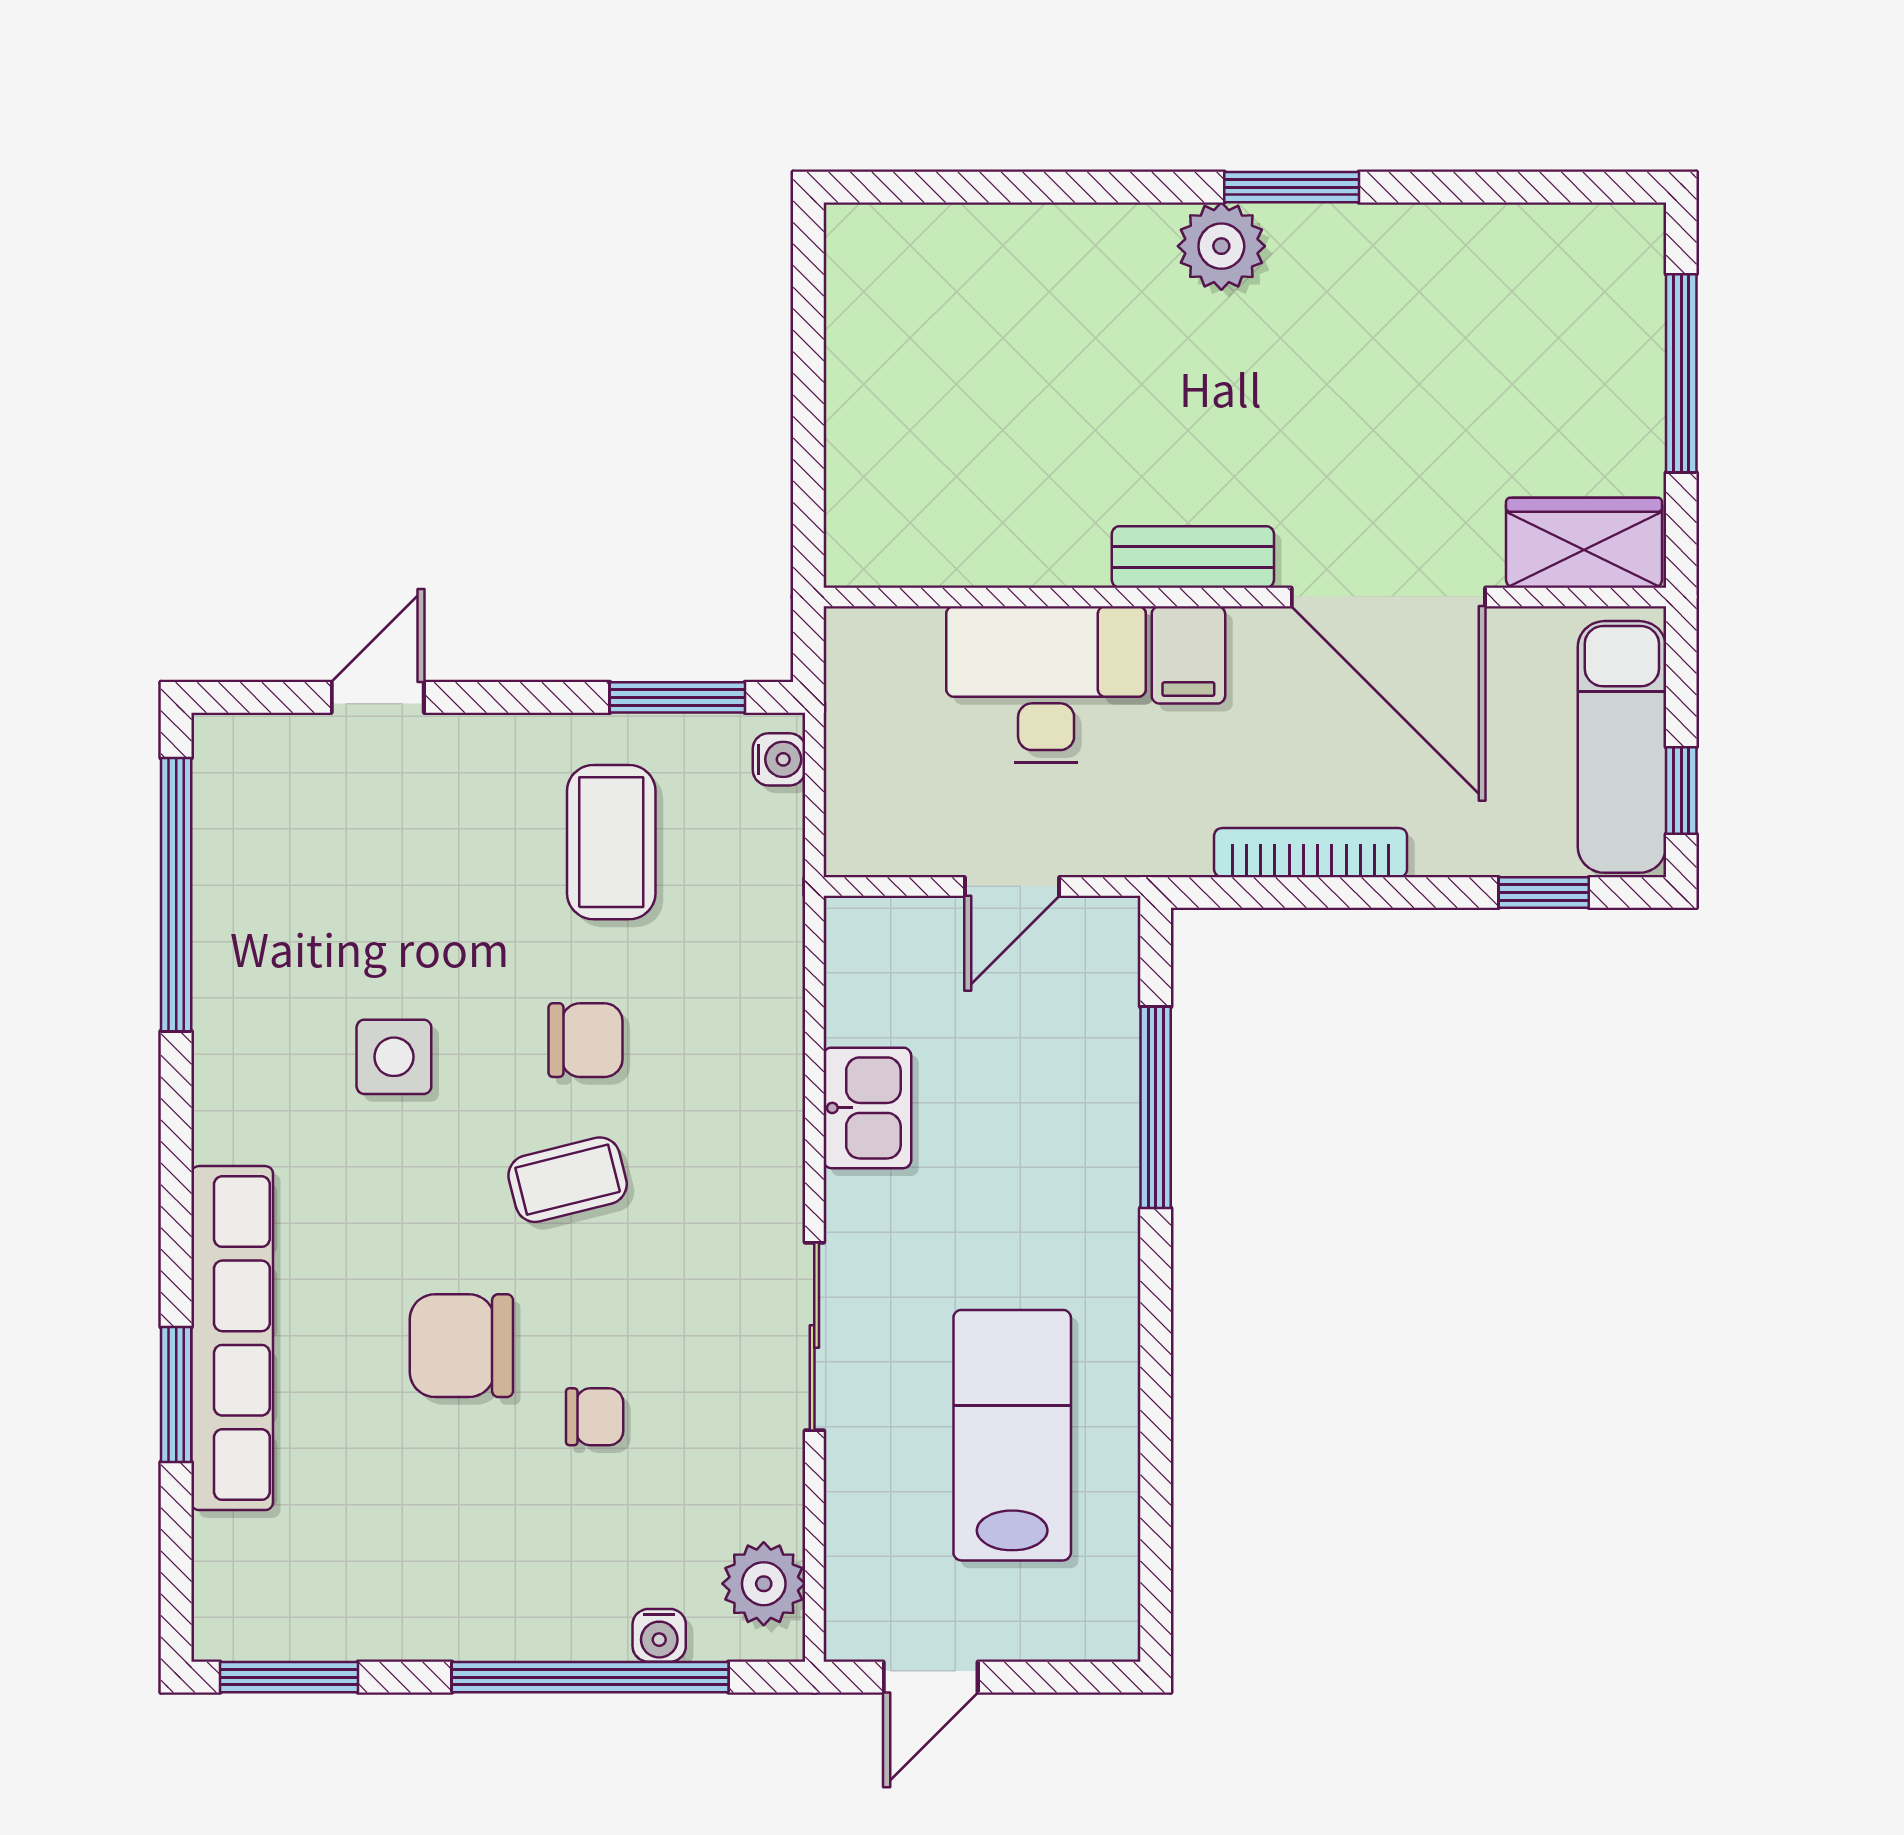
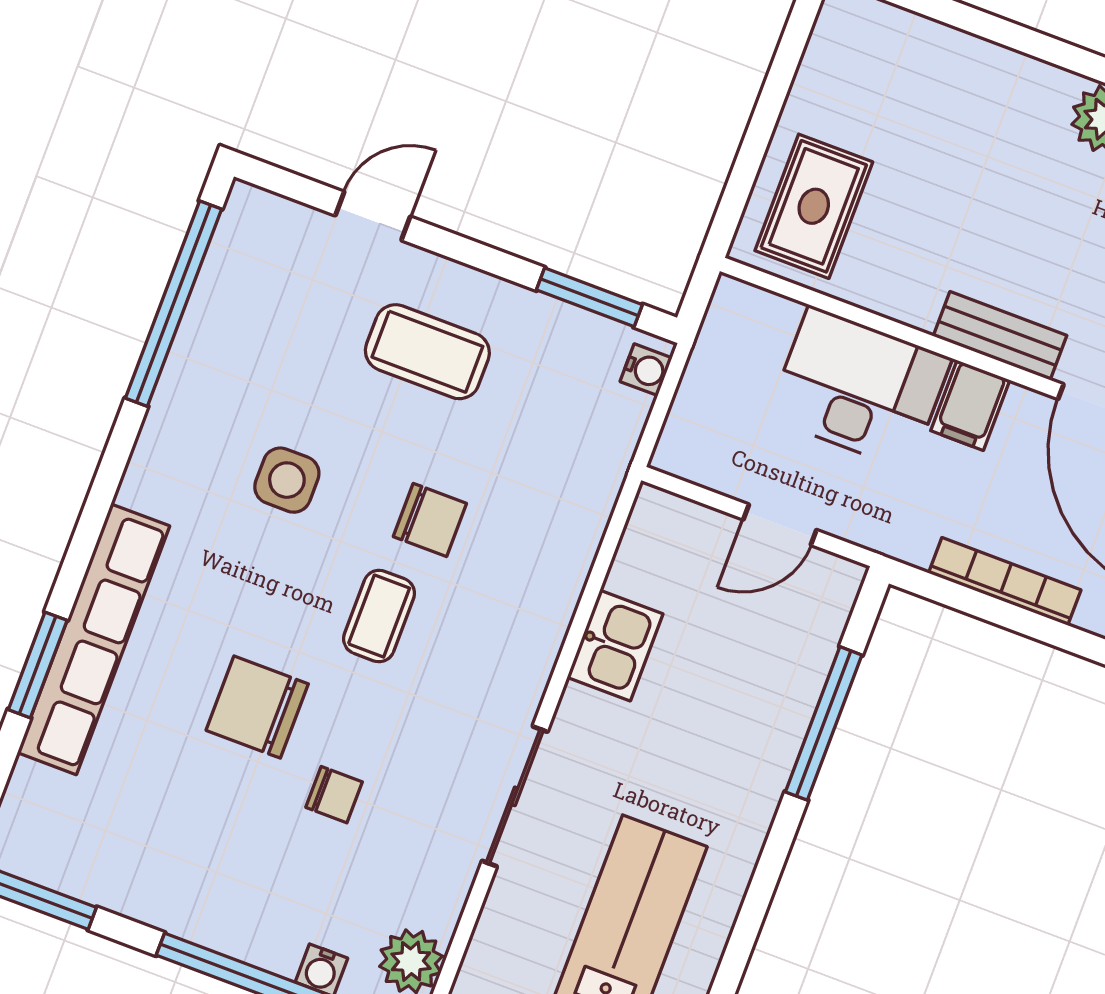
rug: (908, 485) -> (814, 206), added
coffee table: (611, 842) -> (427, 352), moved, turned 90
coffee table: (568, 1180) -> (379, 616), turned -76

